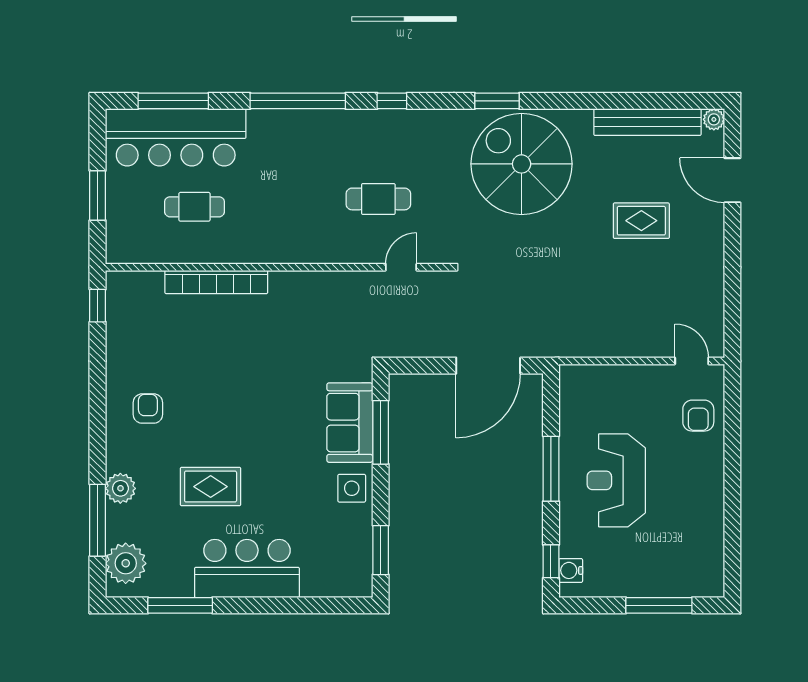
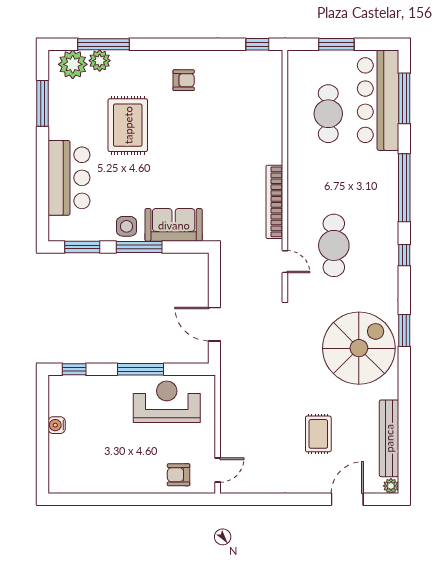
cafe table: (378, 199) -> (334, 245), width x1.37, depth x1.35
cafe table: (194, 207) -> (328, 114), width x1.37, depth x1.35
bookcase: (216, 282) -> (274, 202), moved
door: (488, 366) -> (214, 324), width x0.73
window: (381, 432) -> (139, 247), moved
reception desk: (616, 480) -> (167, 402), moved
rug: (211, 487) -> (128, 125), width x1.36, depth x1.43
plant: (120, 488) -> (100, 61), moved
bar counter: (247, 568) -> (69, 178), moved
water cooler: (571, 570) -> (57, 425), moved, turned -90
window: (659, 605) -> (43, 447), removed

